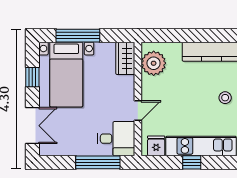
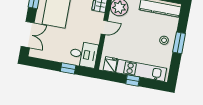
door: (138, 111) -> (104, 27), moved
window: (98, 162) -> (68, 68), width x0.46

